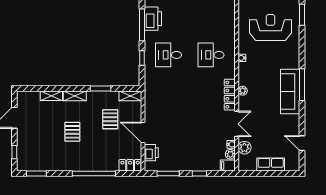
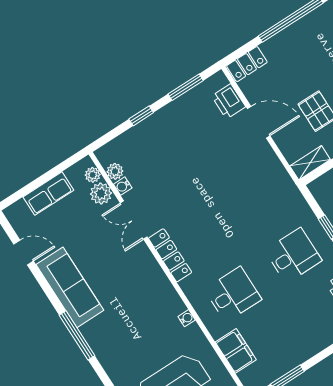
plant: (243, 91) -> (93, 175), moved
sofa: (290, 91) -> (70, 287), moved
filing cabinet: (228, 166) -> (236, 351), moved, width x2.00

